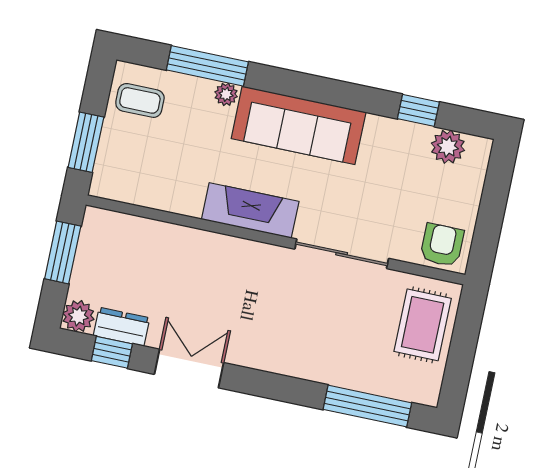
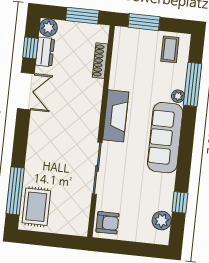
shoe rack: (148, 229) -> (100, 61), added
rug: (423, 325) -> (36, 207), moved, turned 90

